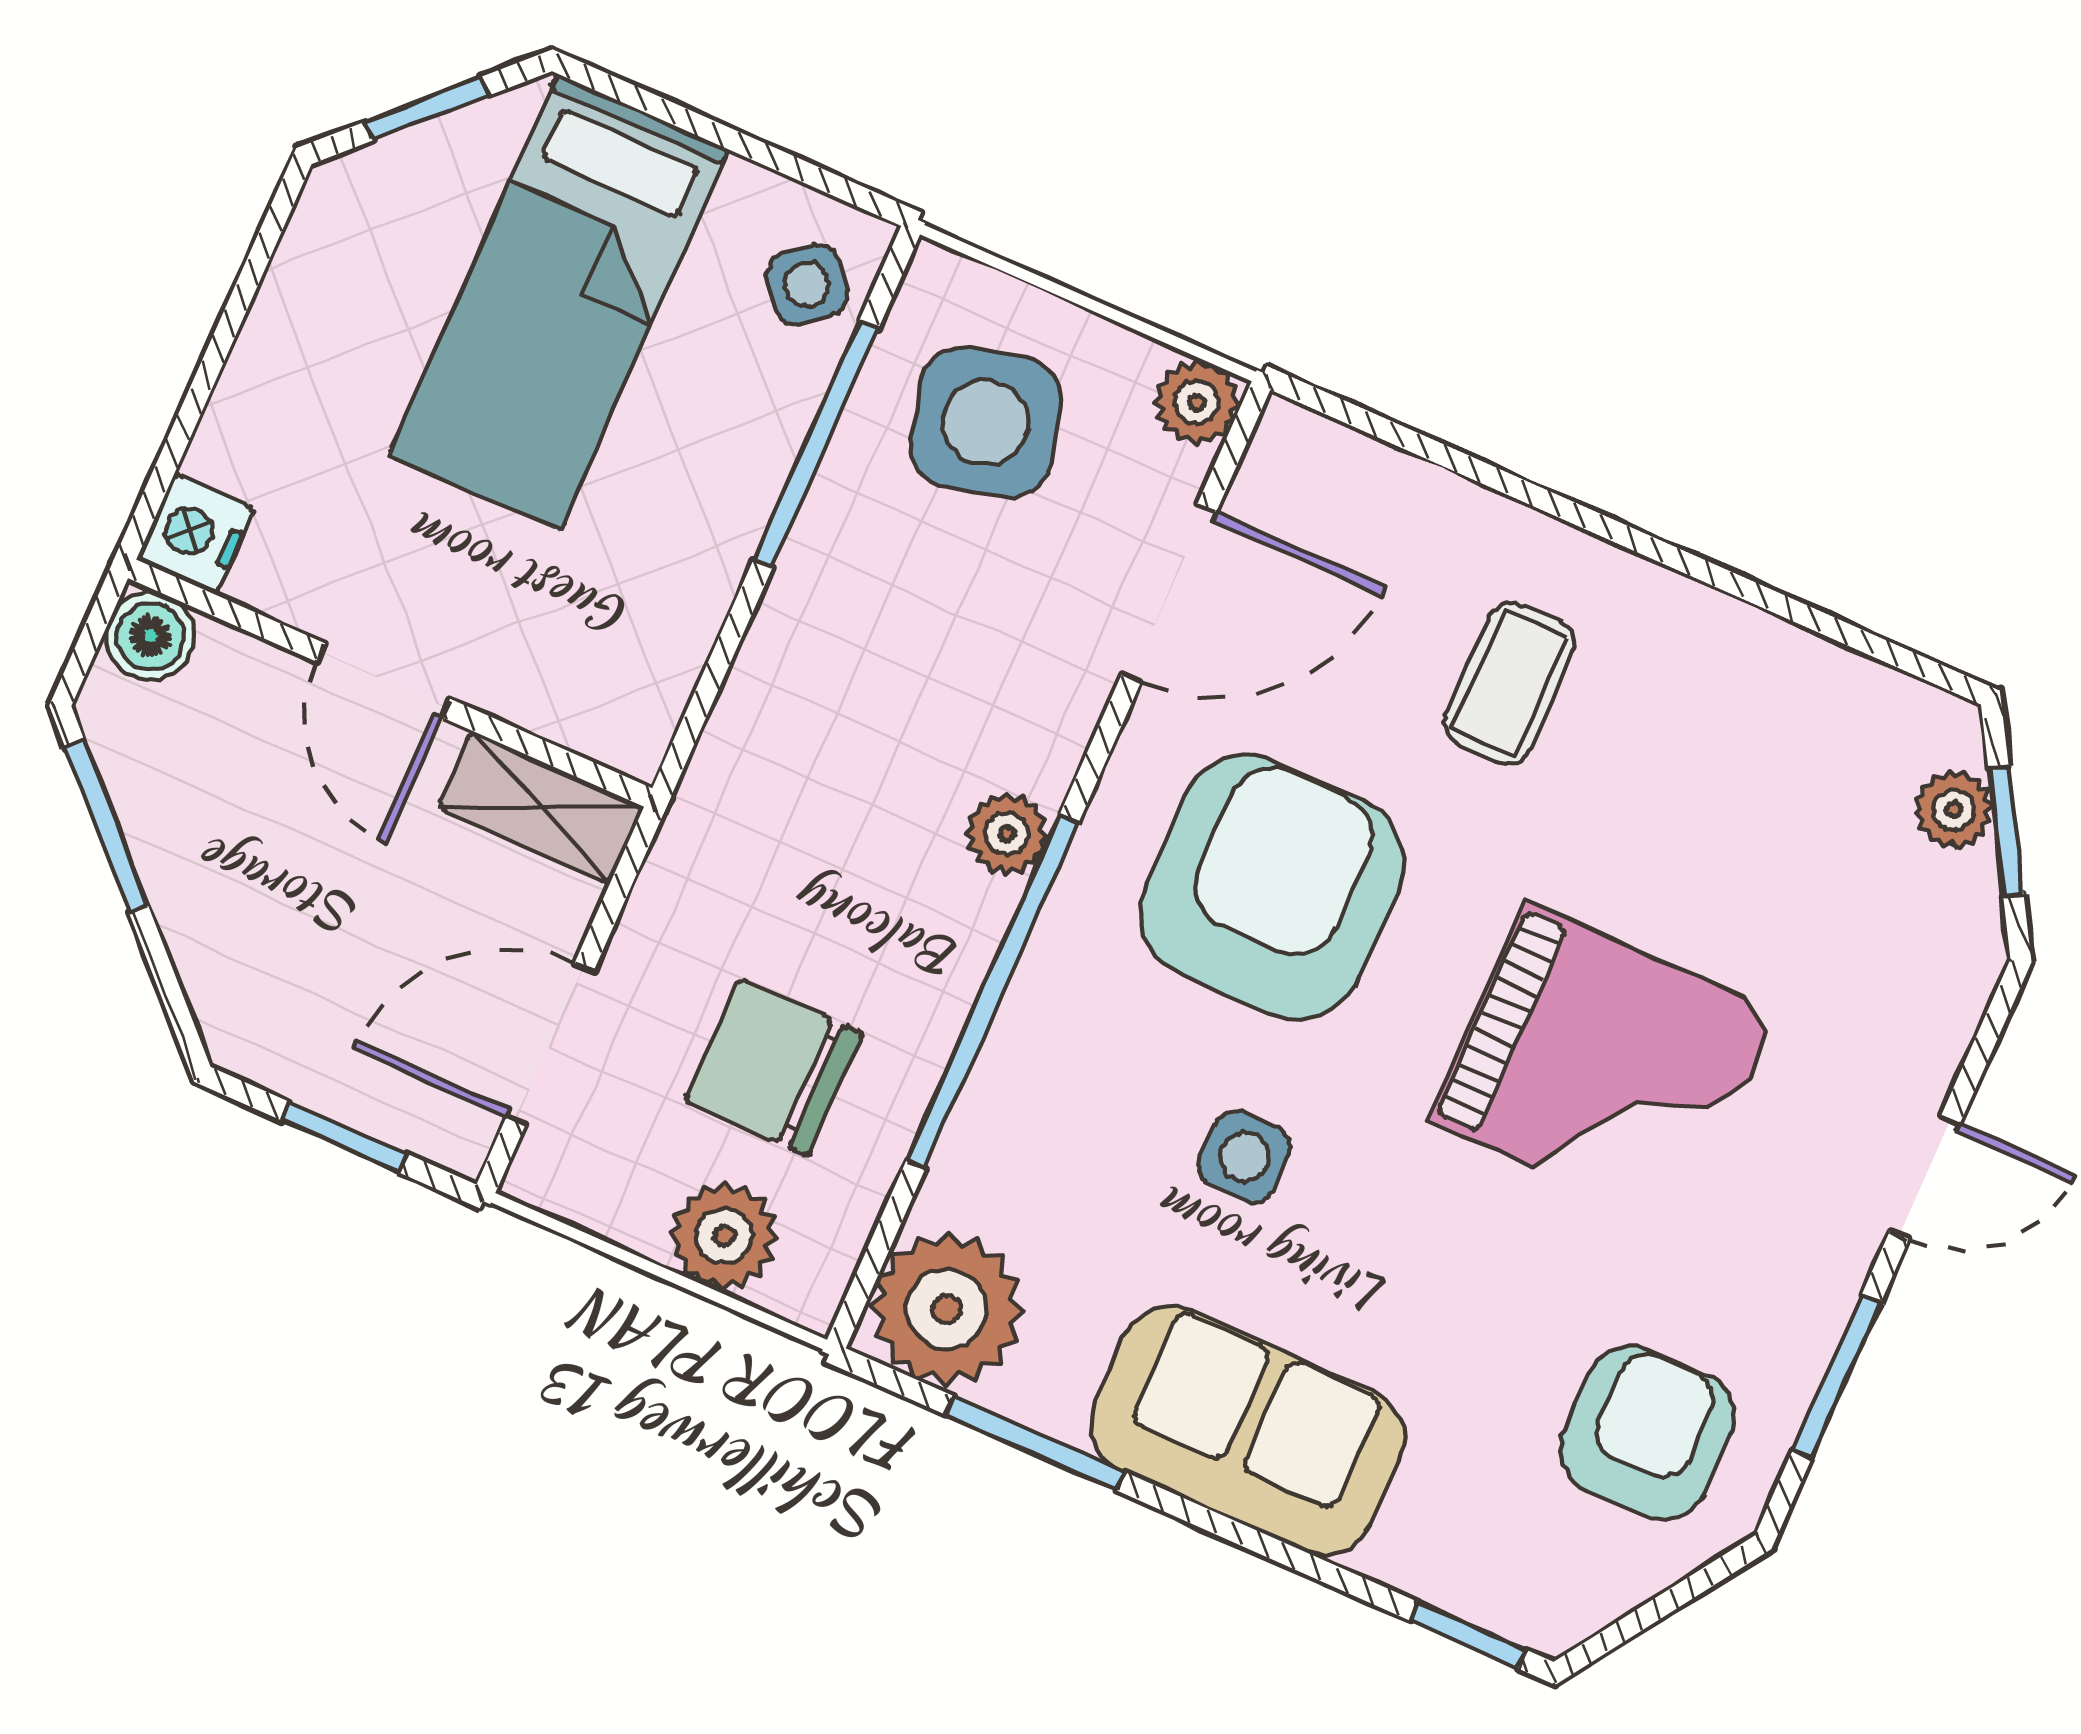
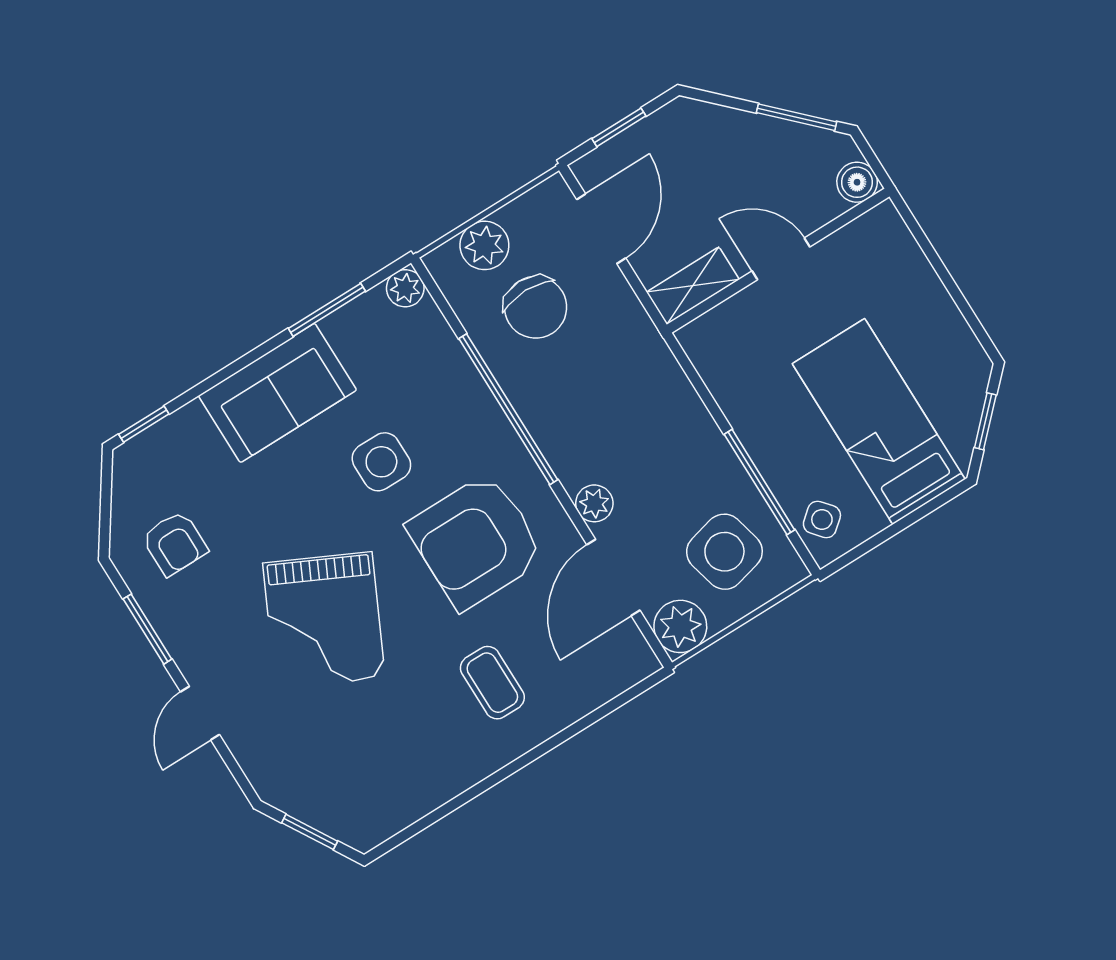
plant: (1197, 403) -> (680, 626), width x1.38, depth x1.38
nightstand: (196, 534) -> (884, 225), removed
plant: (1954, 810) -> (331, 818), removed
plant: (1007, 834) -> (594, 503), moved
armchair: (1272, 887) -> (476, 541), turned 90
grand piano: (1604, 1066) -> (324, 620), turned -64
chair: (774, 1067) -> (536, 307), turned 90
side table: (1244, 1157) -> (381, 462), width x1.37, depth x1.37
plant: (947, 1309) -> (405, 288), width x0.53, depth x0.53
armchair: (1647, 1433) -> (175, 543), width x0.72, depth x0.72

